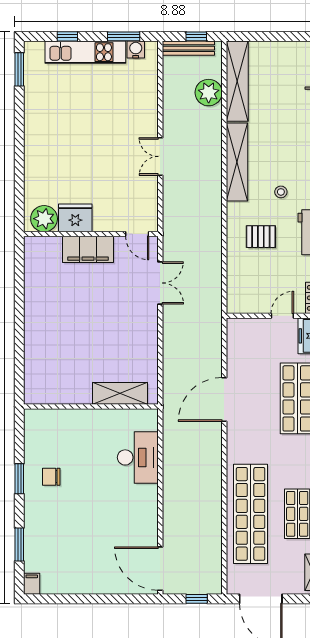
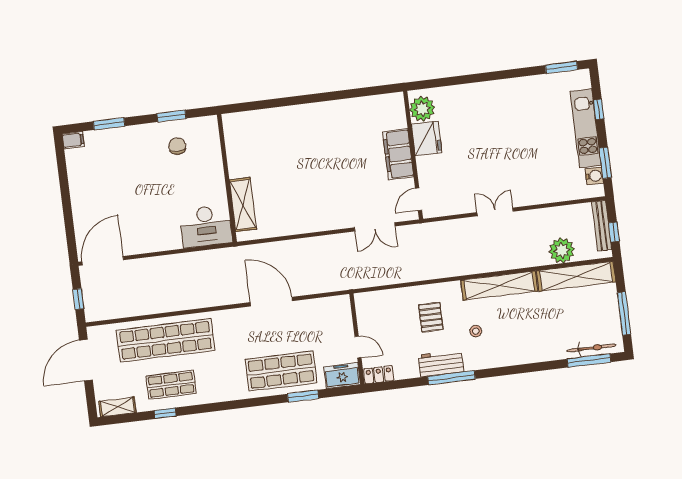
window: (282, 36) -> (624, 313), added
shelving: (120, 393) -> (243, 204), moved
wall: (91, 406) -> (227, 178), moved

